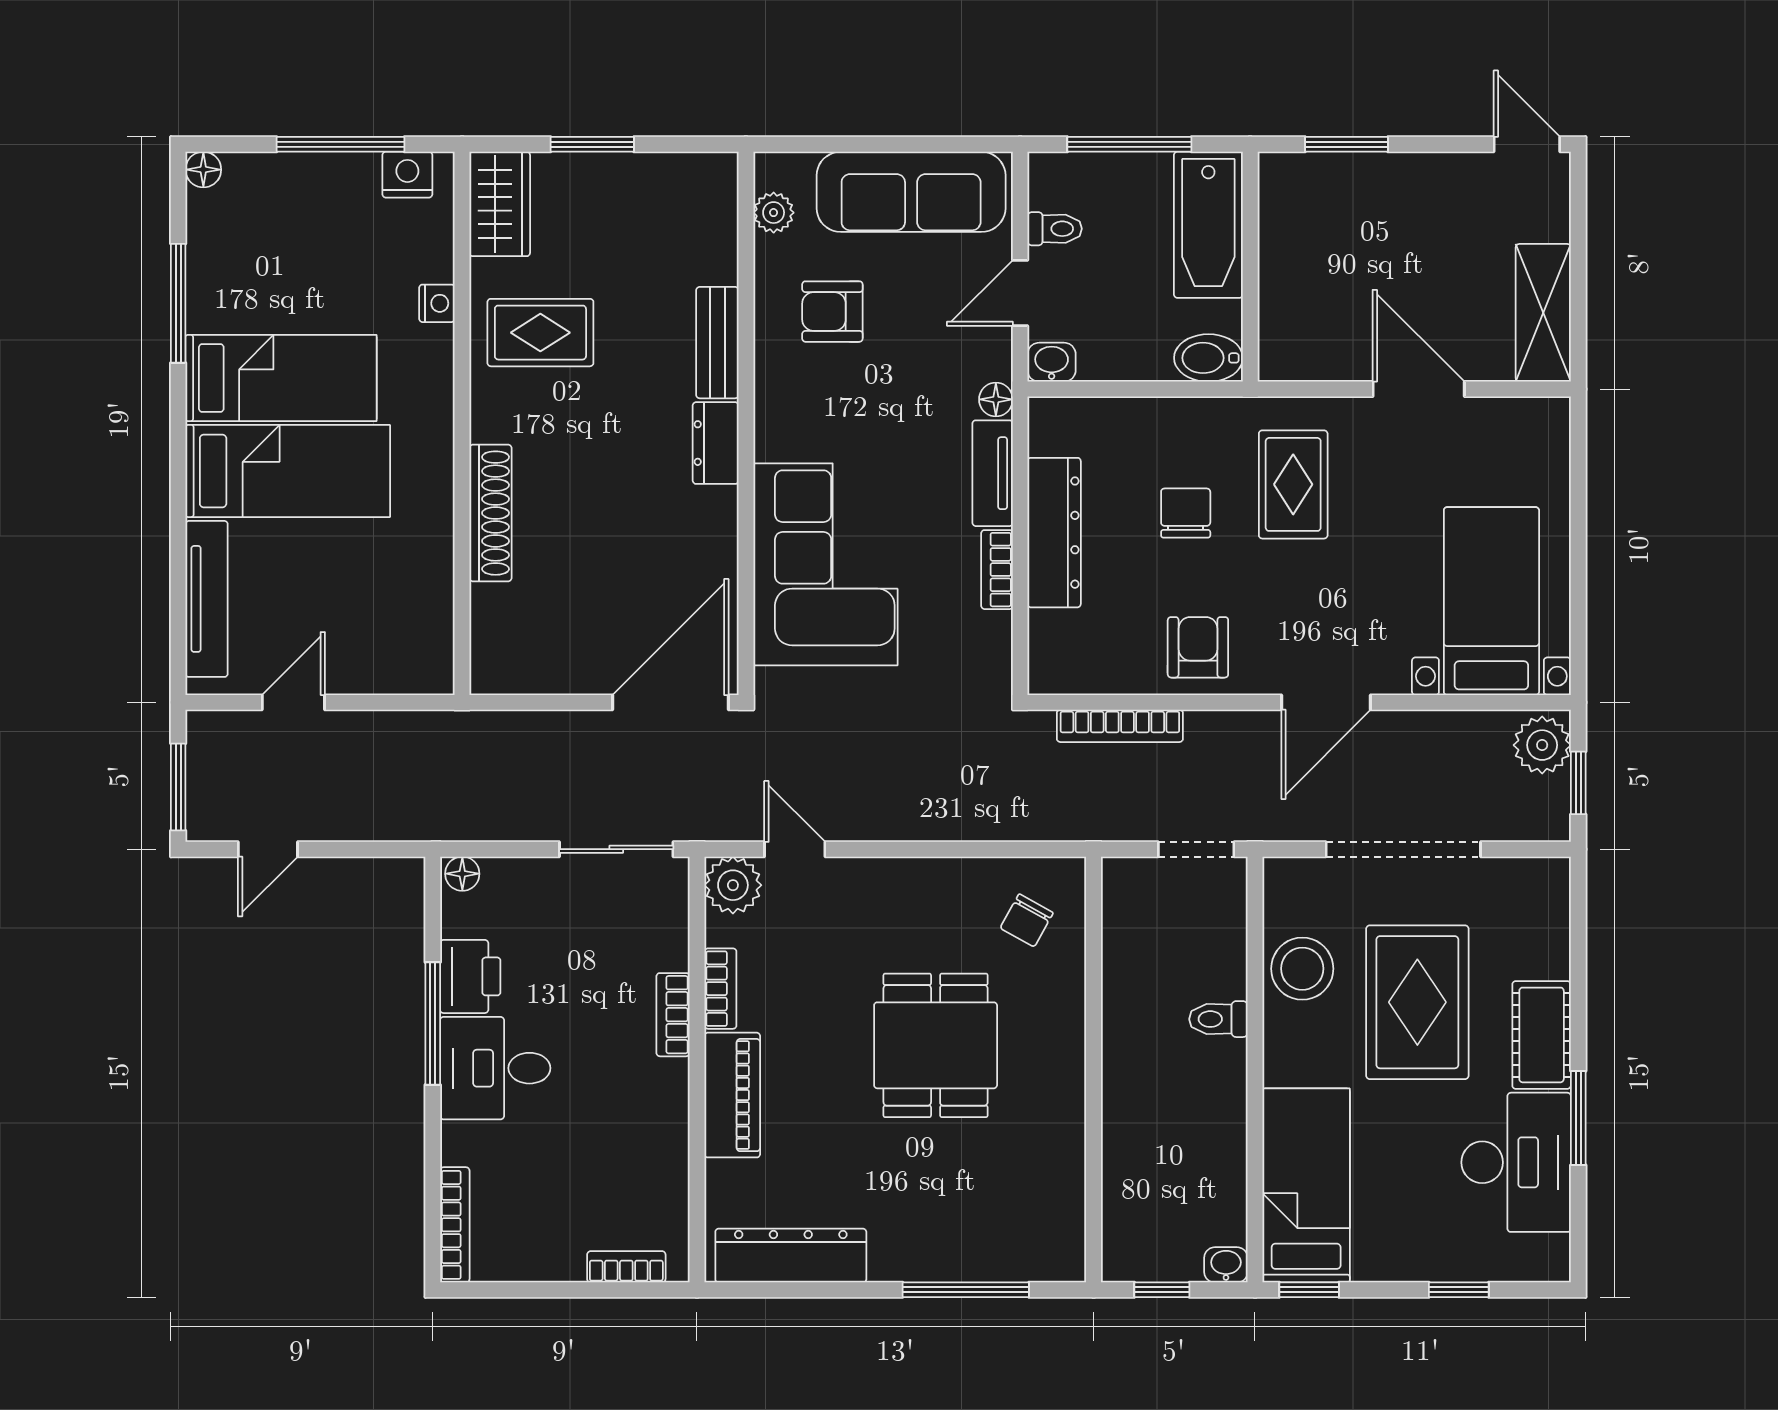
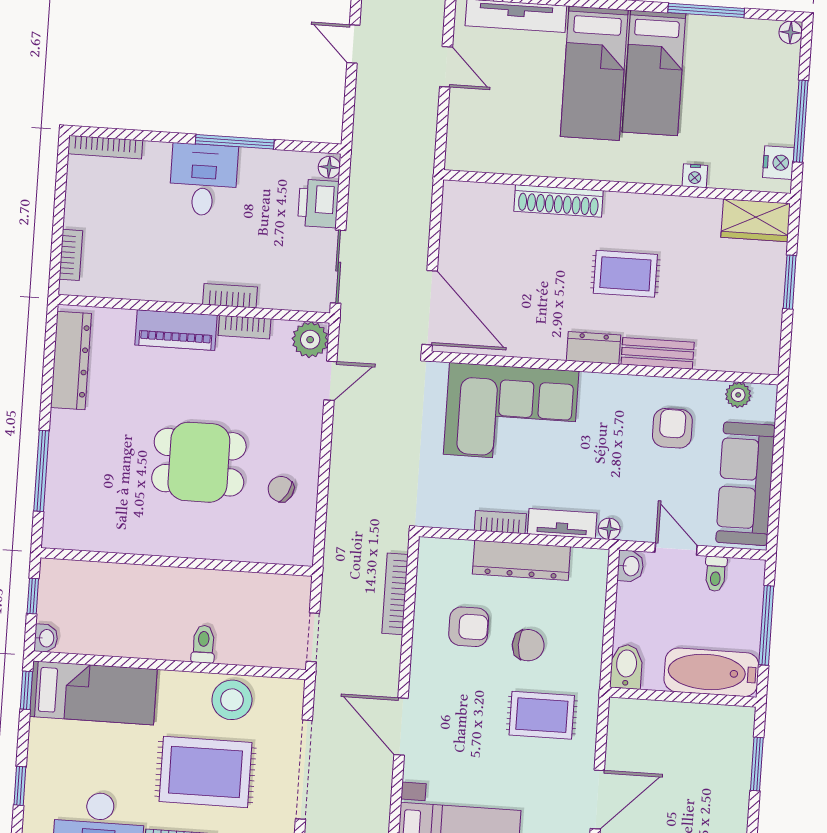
rug: (540, 333) -> (625, 274), moved, turned 90
armchair: (1198, 647) -> (469, 627), moved
chair: (1027, 920) -> (281, 489), moved
printer: (470, 976) -> (318, 203), moved, turned 90

